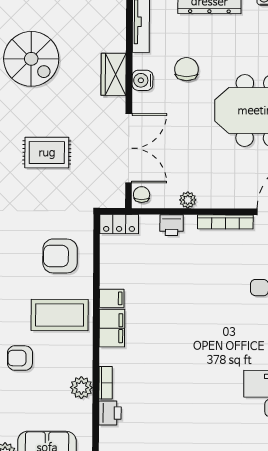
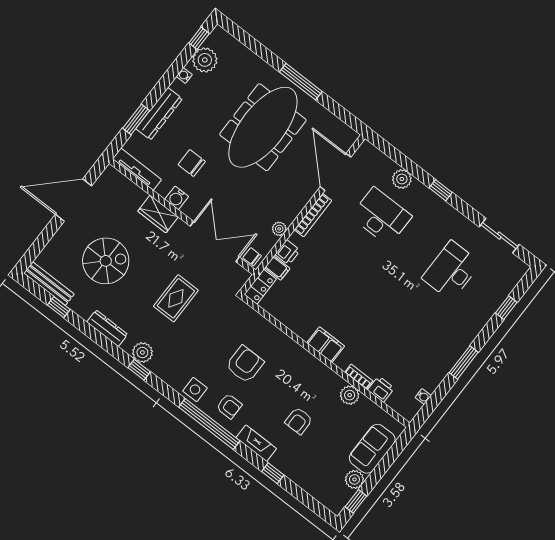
armchair: (60, 256) -> (245, 364), moved, turned 180
filing cabinet: (112, 298) -> (277, 268), moved, turned 90
coffee table: (60, 315) -> (290, 373), removed

